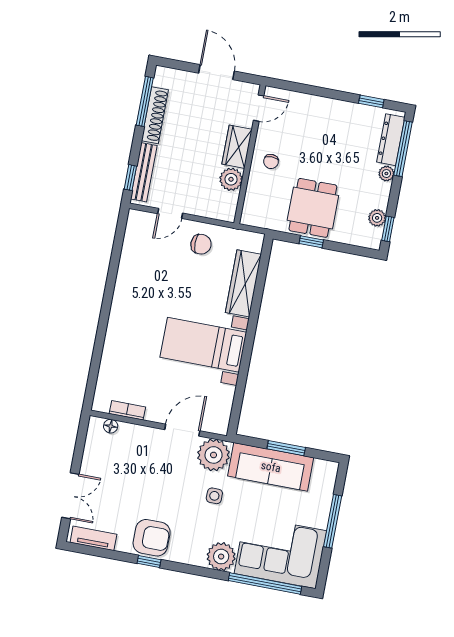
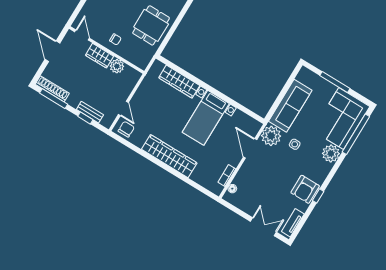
door: (216, 72) -> (52, 51), hinge flipped
shoe rack: (155, 115) -> (52, 89), moved
bench: (144, 172) -> (90, 112), width x0.73
window: (130, 178) -> (85, 118), moved
dining table: (313, 208) -> (151, 25), turned 90
window: (311, 242) -> (170, 34), removed
chair: (201, 244) -> (126, 129), moved
wardrobe: (124, 311) -> (169, 156), added
window: (286, 448) -> (283, 93), removed
armchair: (152, 538) -> (305, 189), turned 180

